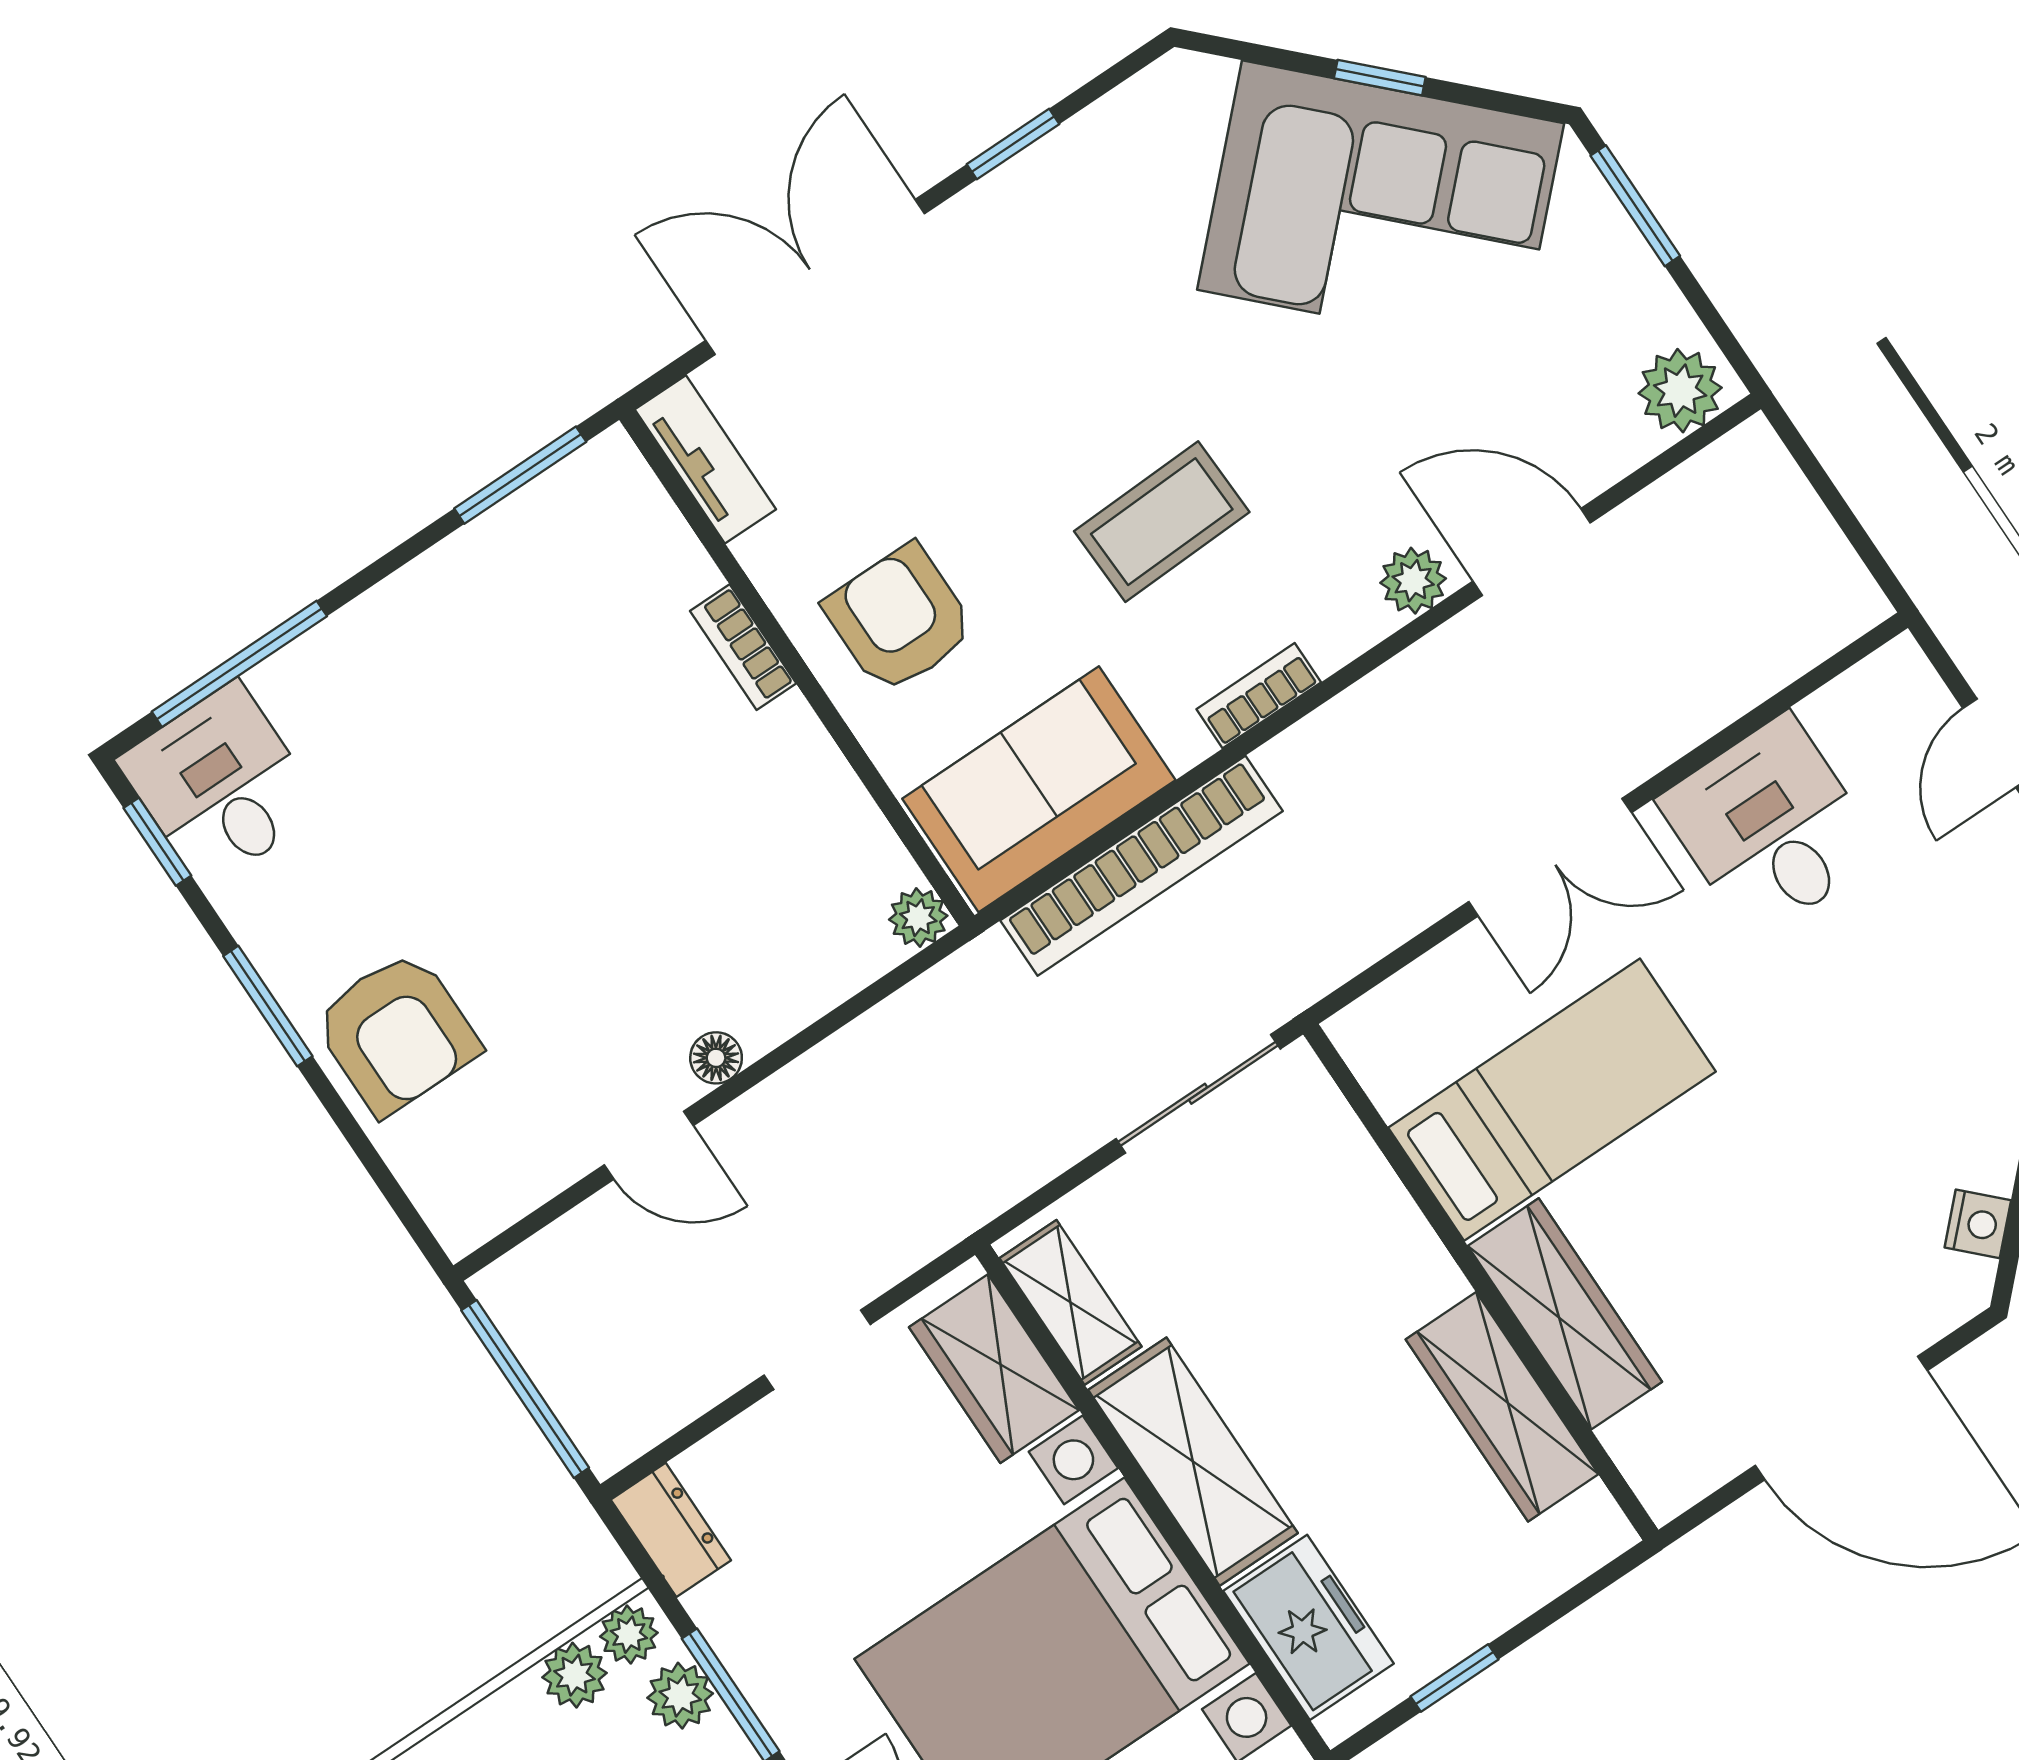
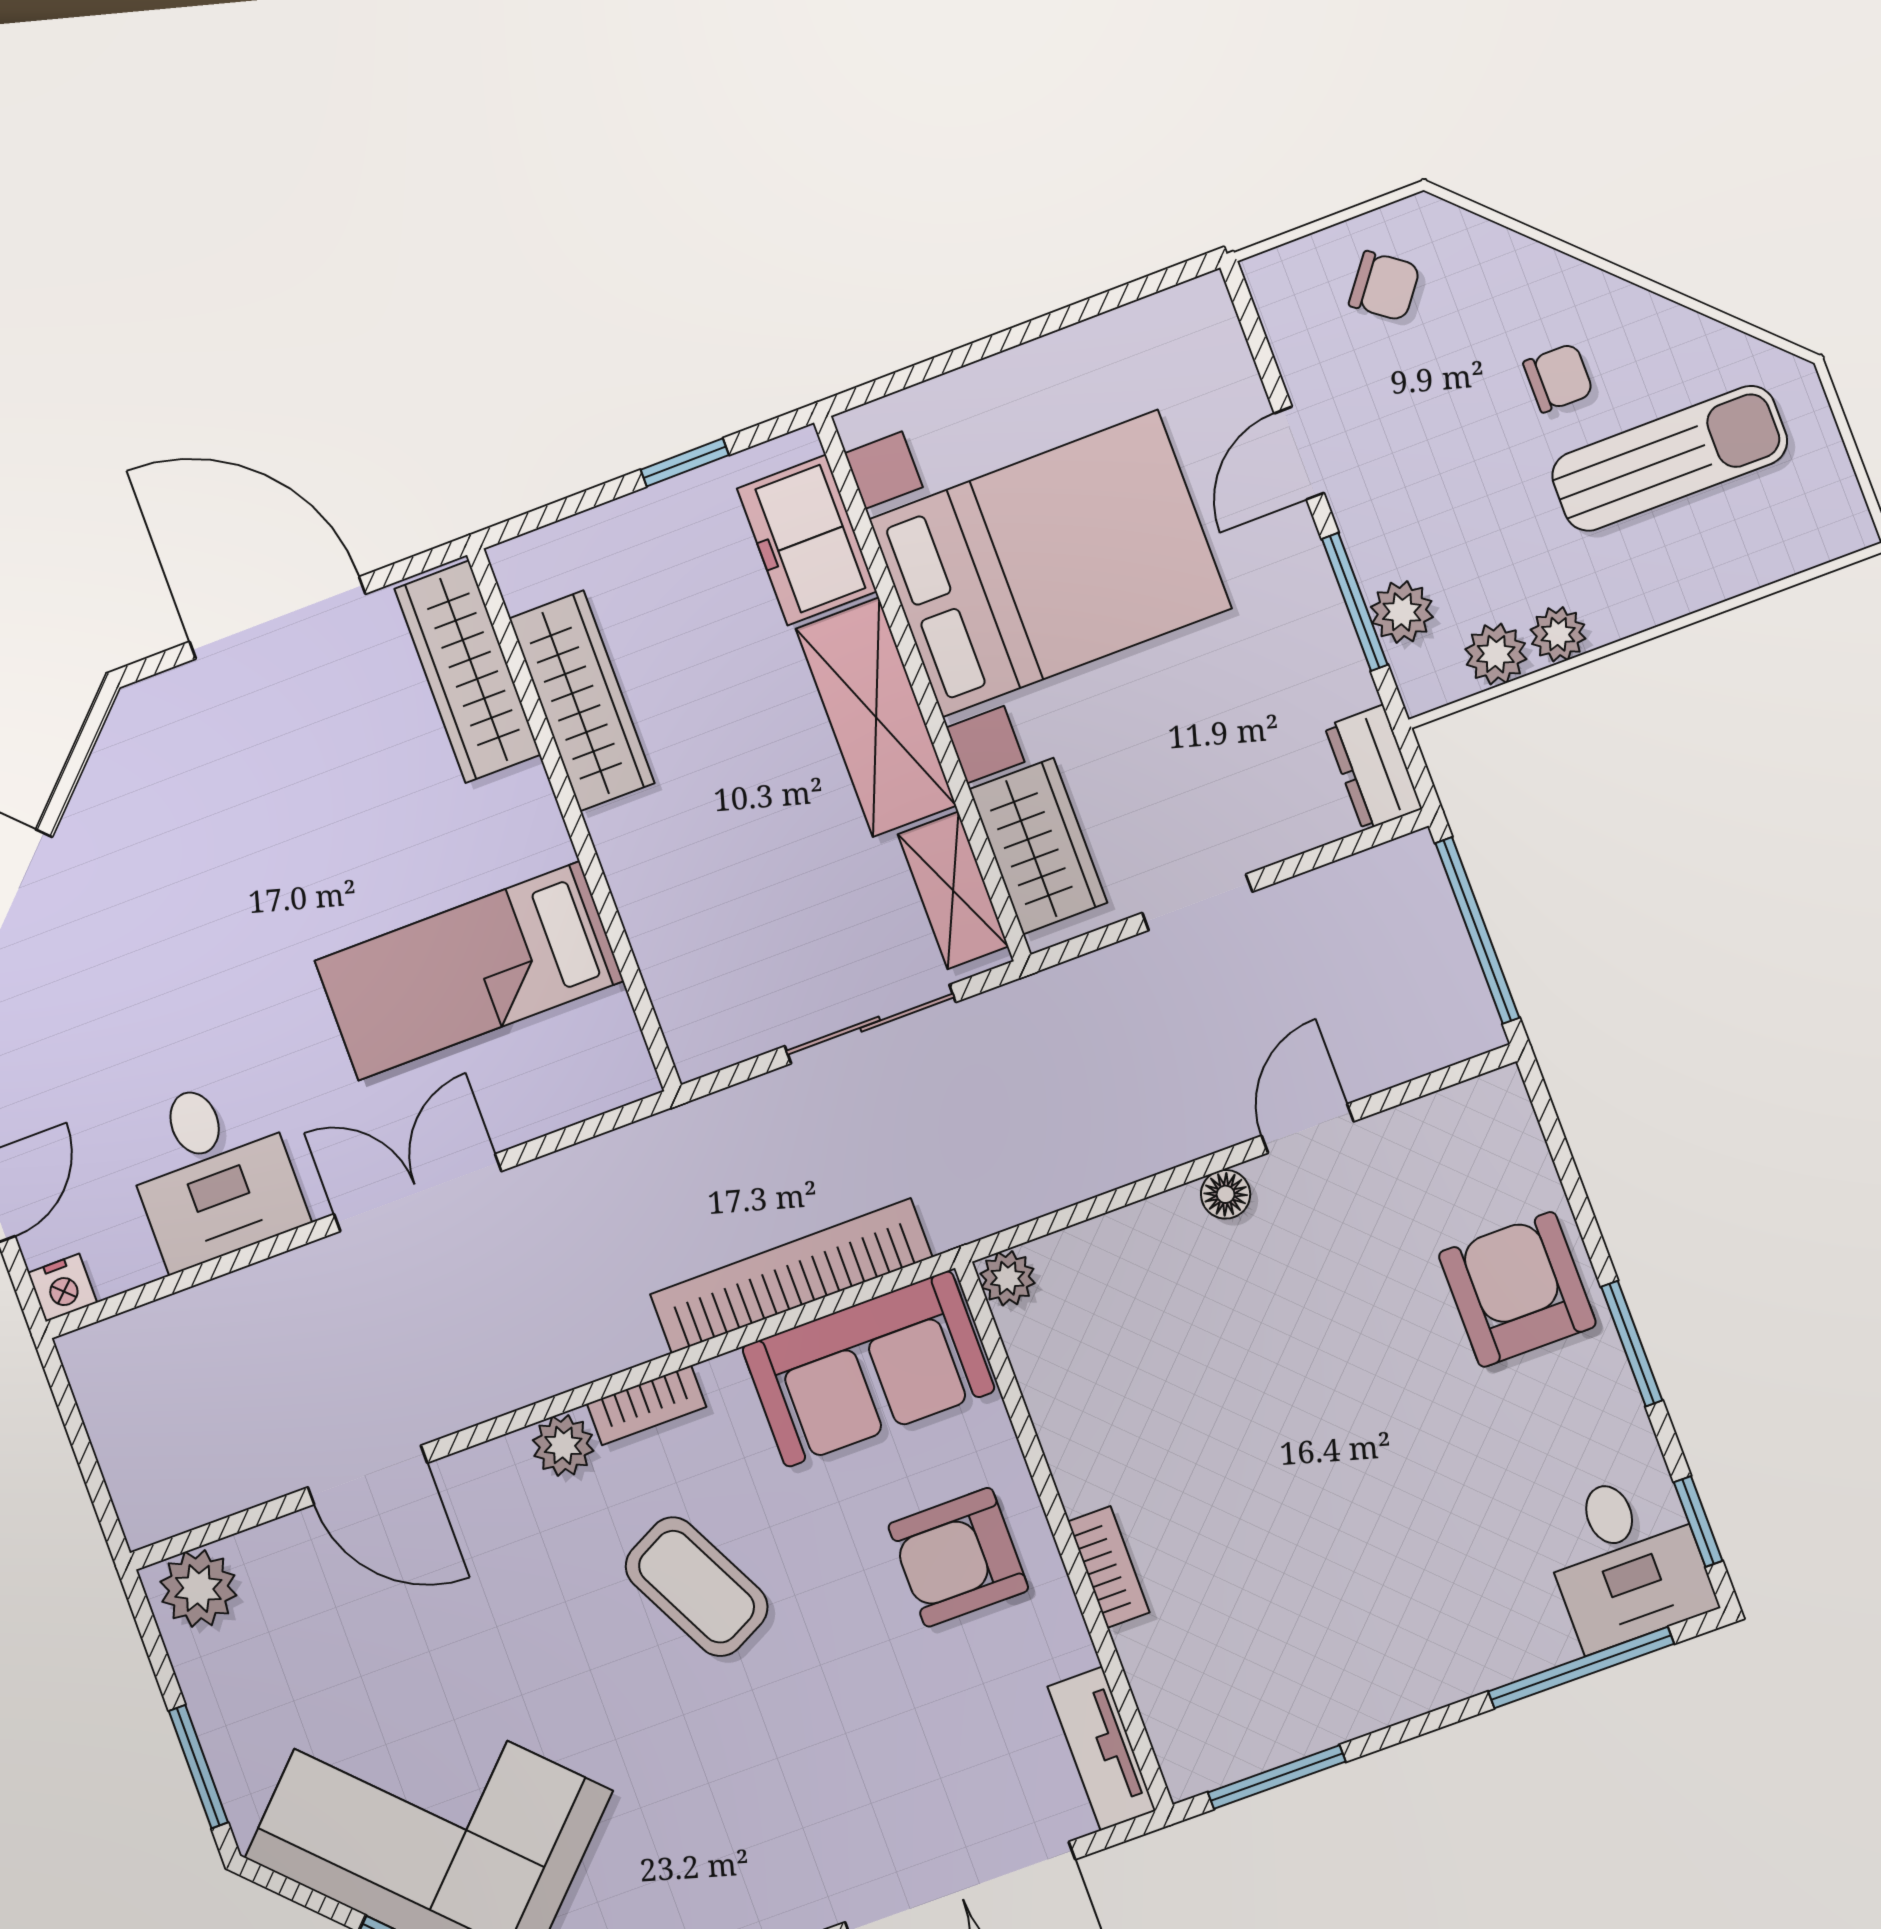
coffee table: (1162, 522) -> (697, 1587), turned 65
plant: (1413, 581) -> (563, 1445), moved
armchair: (900, 619) -> (958, 1557), turned 90
sliding door: (1198, 1094) -> (870, 1024), moved
door: (649, 1145) -> (1308, 1129), hinge flipped
nightstand: (1978, 1224) -> (62, 1288), moved, turned -135
wardrobe: (1565, 1314) -> (467, 672), moved
plant: (629, 1635) -> (1558, 634), moved

